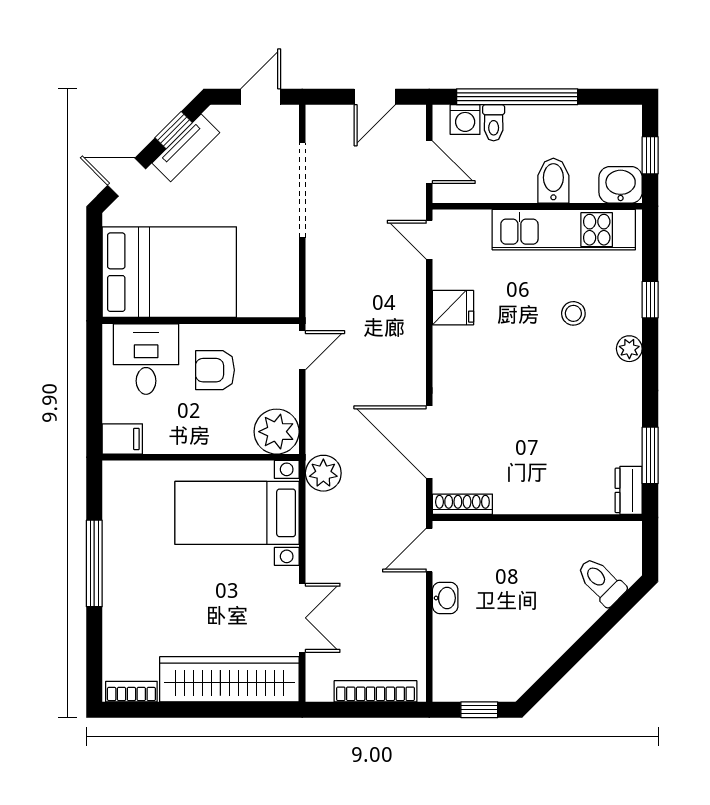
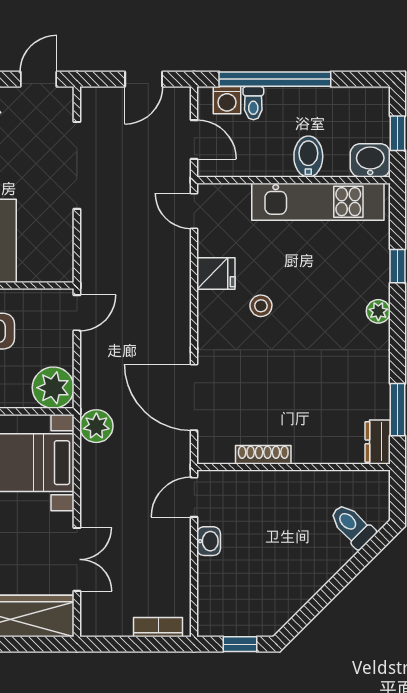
stool: (573, 313) -> (261, 306), moved
shoe rack: (462, 504) -> (263, 455), moved
bookcase: (375, 691) -> (158, 627), width x0.64

